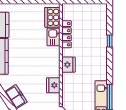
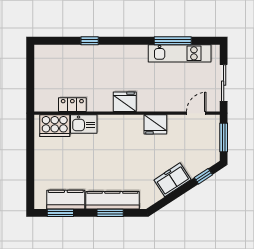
locker: (67, 34) -> (72, 105), width x0.66

